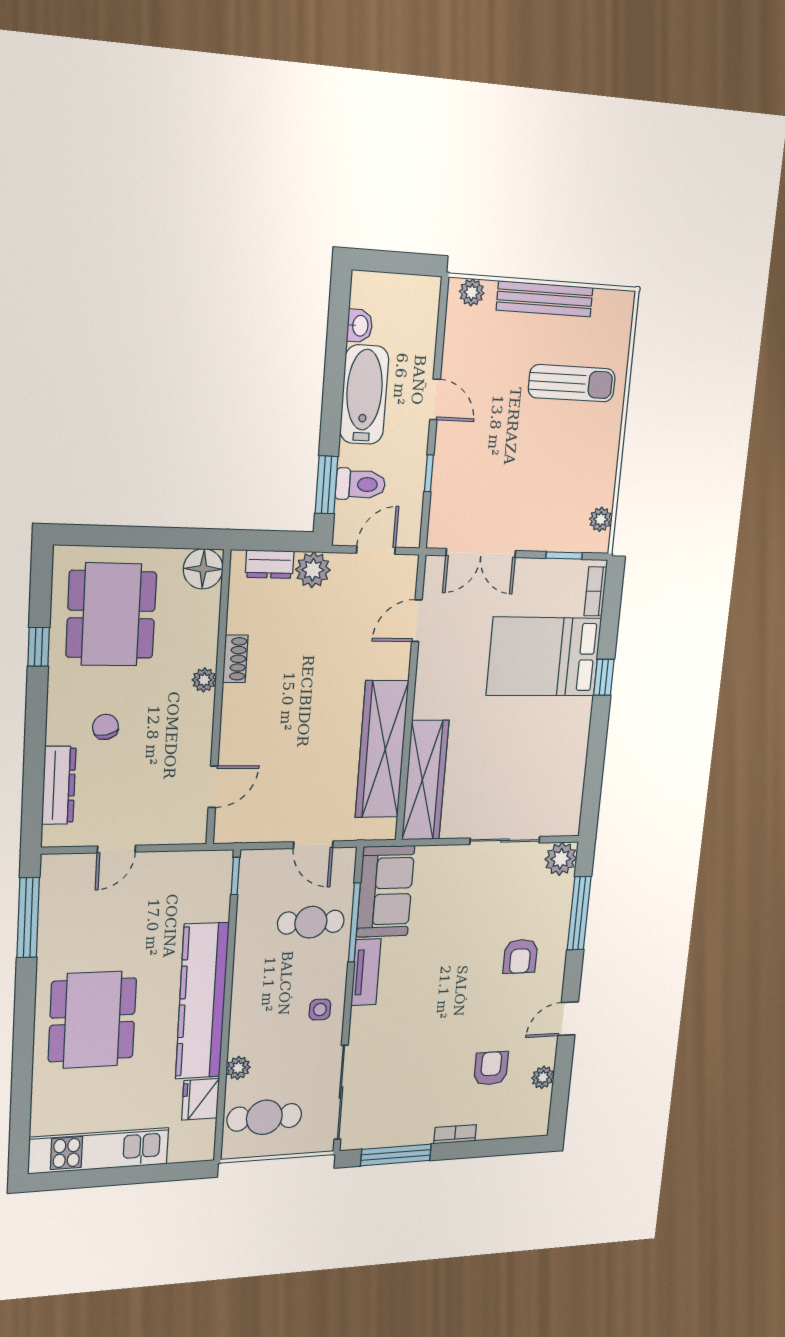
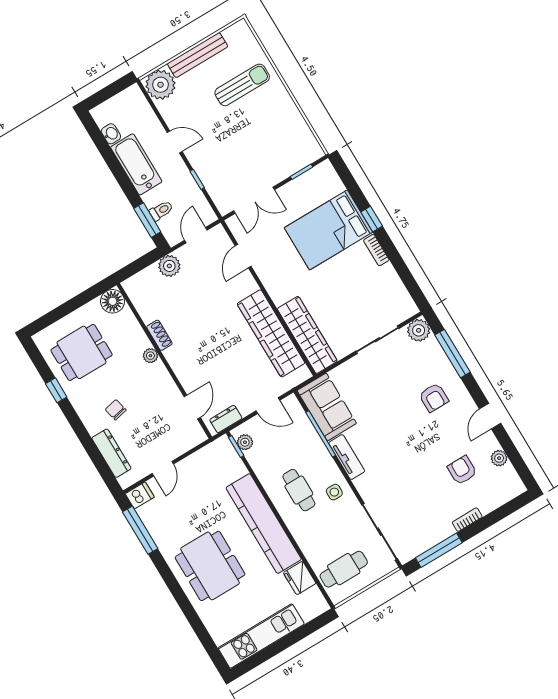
plant: (472, 292) -> (161, 85), width x1.87, depth x1.87
toilet: (361, 484) -> (161, 211), width x0.73, depth x0.72
plant: (601, 519) -> (309, 140), removed
dresser: (270, 564) -> (226, 419), moved, turned 180
bookcase: (595, 591) -> (376, 250), moved
dining table: (111, 615) -> (82, 352), width x0.73
dishwasher: (60, 868) -> (140, 495), added
cafe table: (311, 922) -> (299, 490), moved, turned 90
plant: (238, 1068) -> (245, 442), moved

